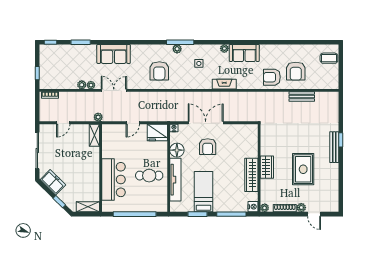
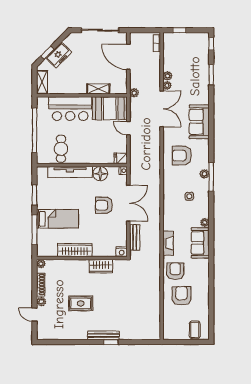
sofa: (114, 54) -> (199, 122), moved
armchair: (296, 71) -> (181, 296), turned 90
fireplace: (224, 84) -> (168, 243), moved
double door: (114, 90) -> (162, 109), width x1.37
bench: (302, 97) -> (135, 237), moved
door: (63, 123) -> (128, 57), width x1.88
fridge: (157, 132) -> (121, 158), width x0.53, depth x0.75
shelving: (94, 135) -> (98, 89), moved
booth: (113, 141) -> (110, 108), added
wardrobe: (267, 167) -> (101, 266), moved
rug: (303, 169) -> (81, 303), width x0.73, depth x0.70
cafe table: (149, 176) -> (61, 149), moved
freezer: (53, 182) -> (59, 55), moved
bed: (203, 192) -> (58, 219), moved
nightstand: (253, 207) -> (122, 252), moved
door: (314, 214) -> (35, 315), hinge flipped

